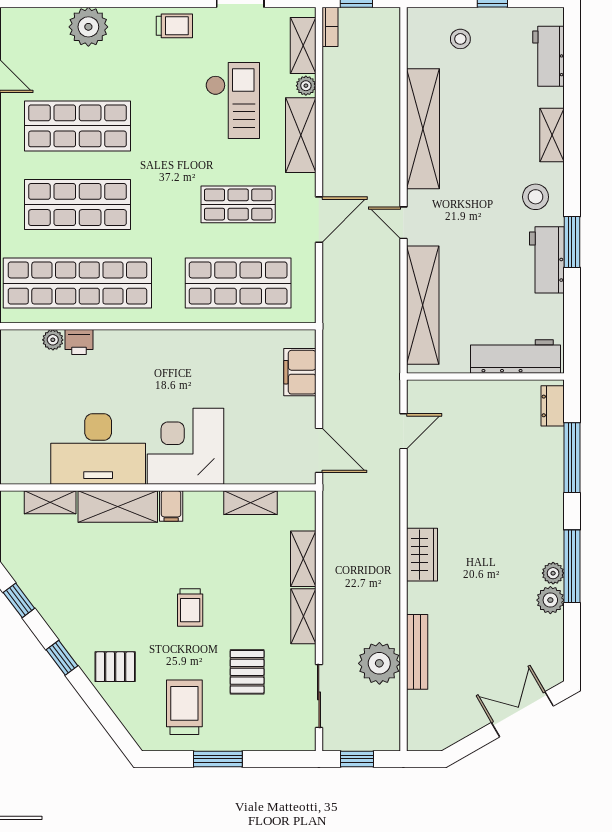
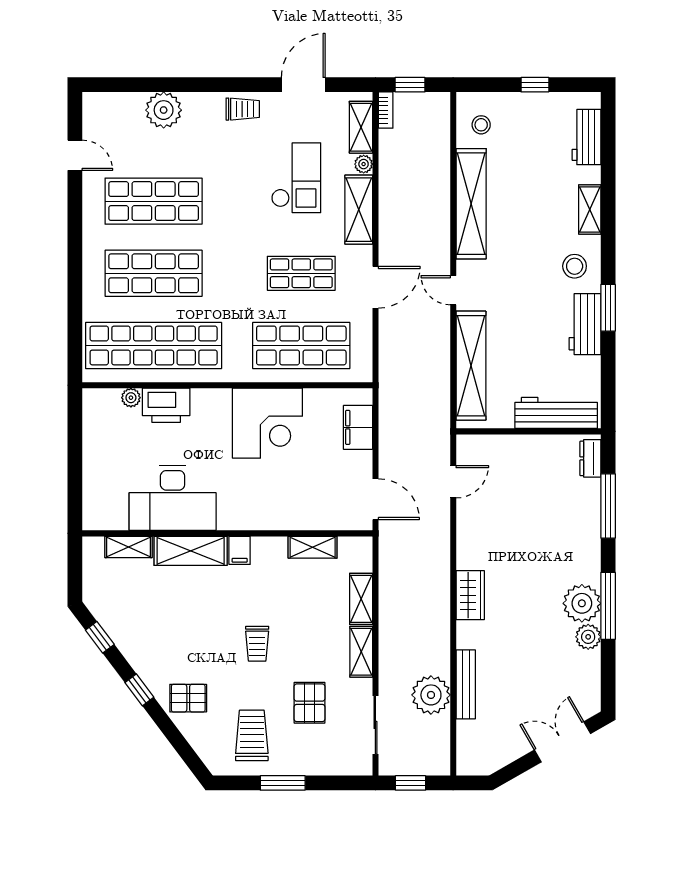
stool: (460, 39) -> (481, 125), moved
printer: (79, 342) -> (166, 405), width x1.87, depth x1.48
corner desk: (186, 446) -> (267, 423), moved, turned 180
plant: (553, 573) -> (582, 603), width x1.87, depth x1.87

